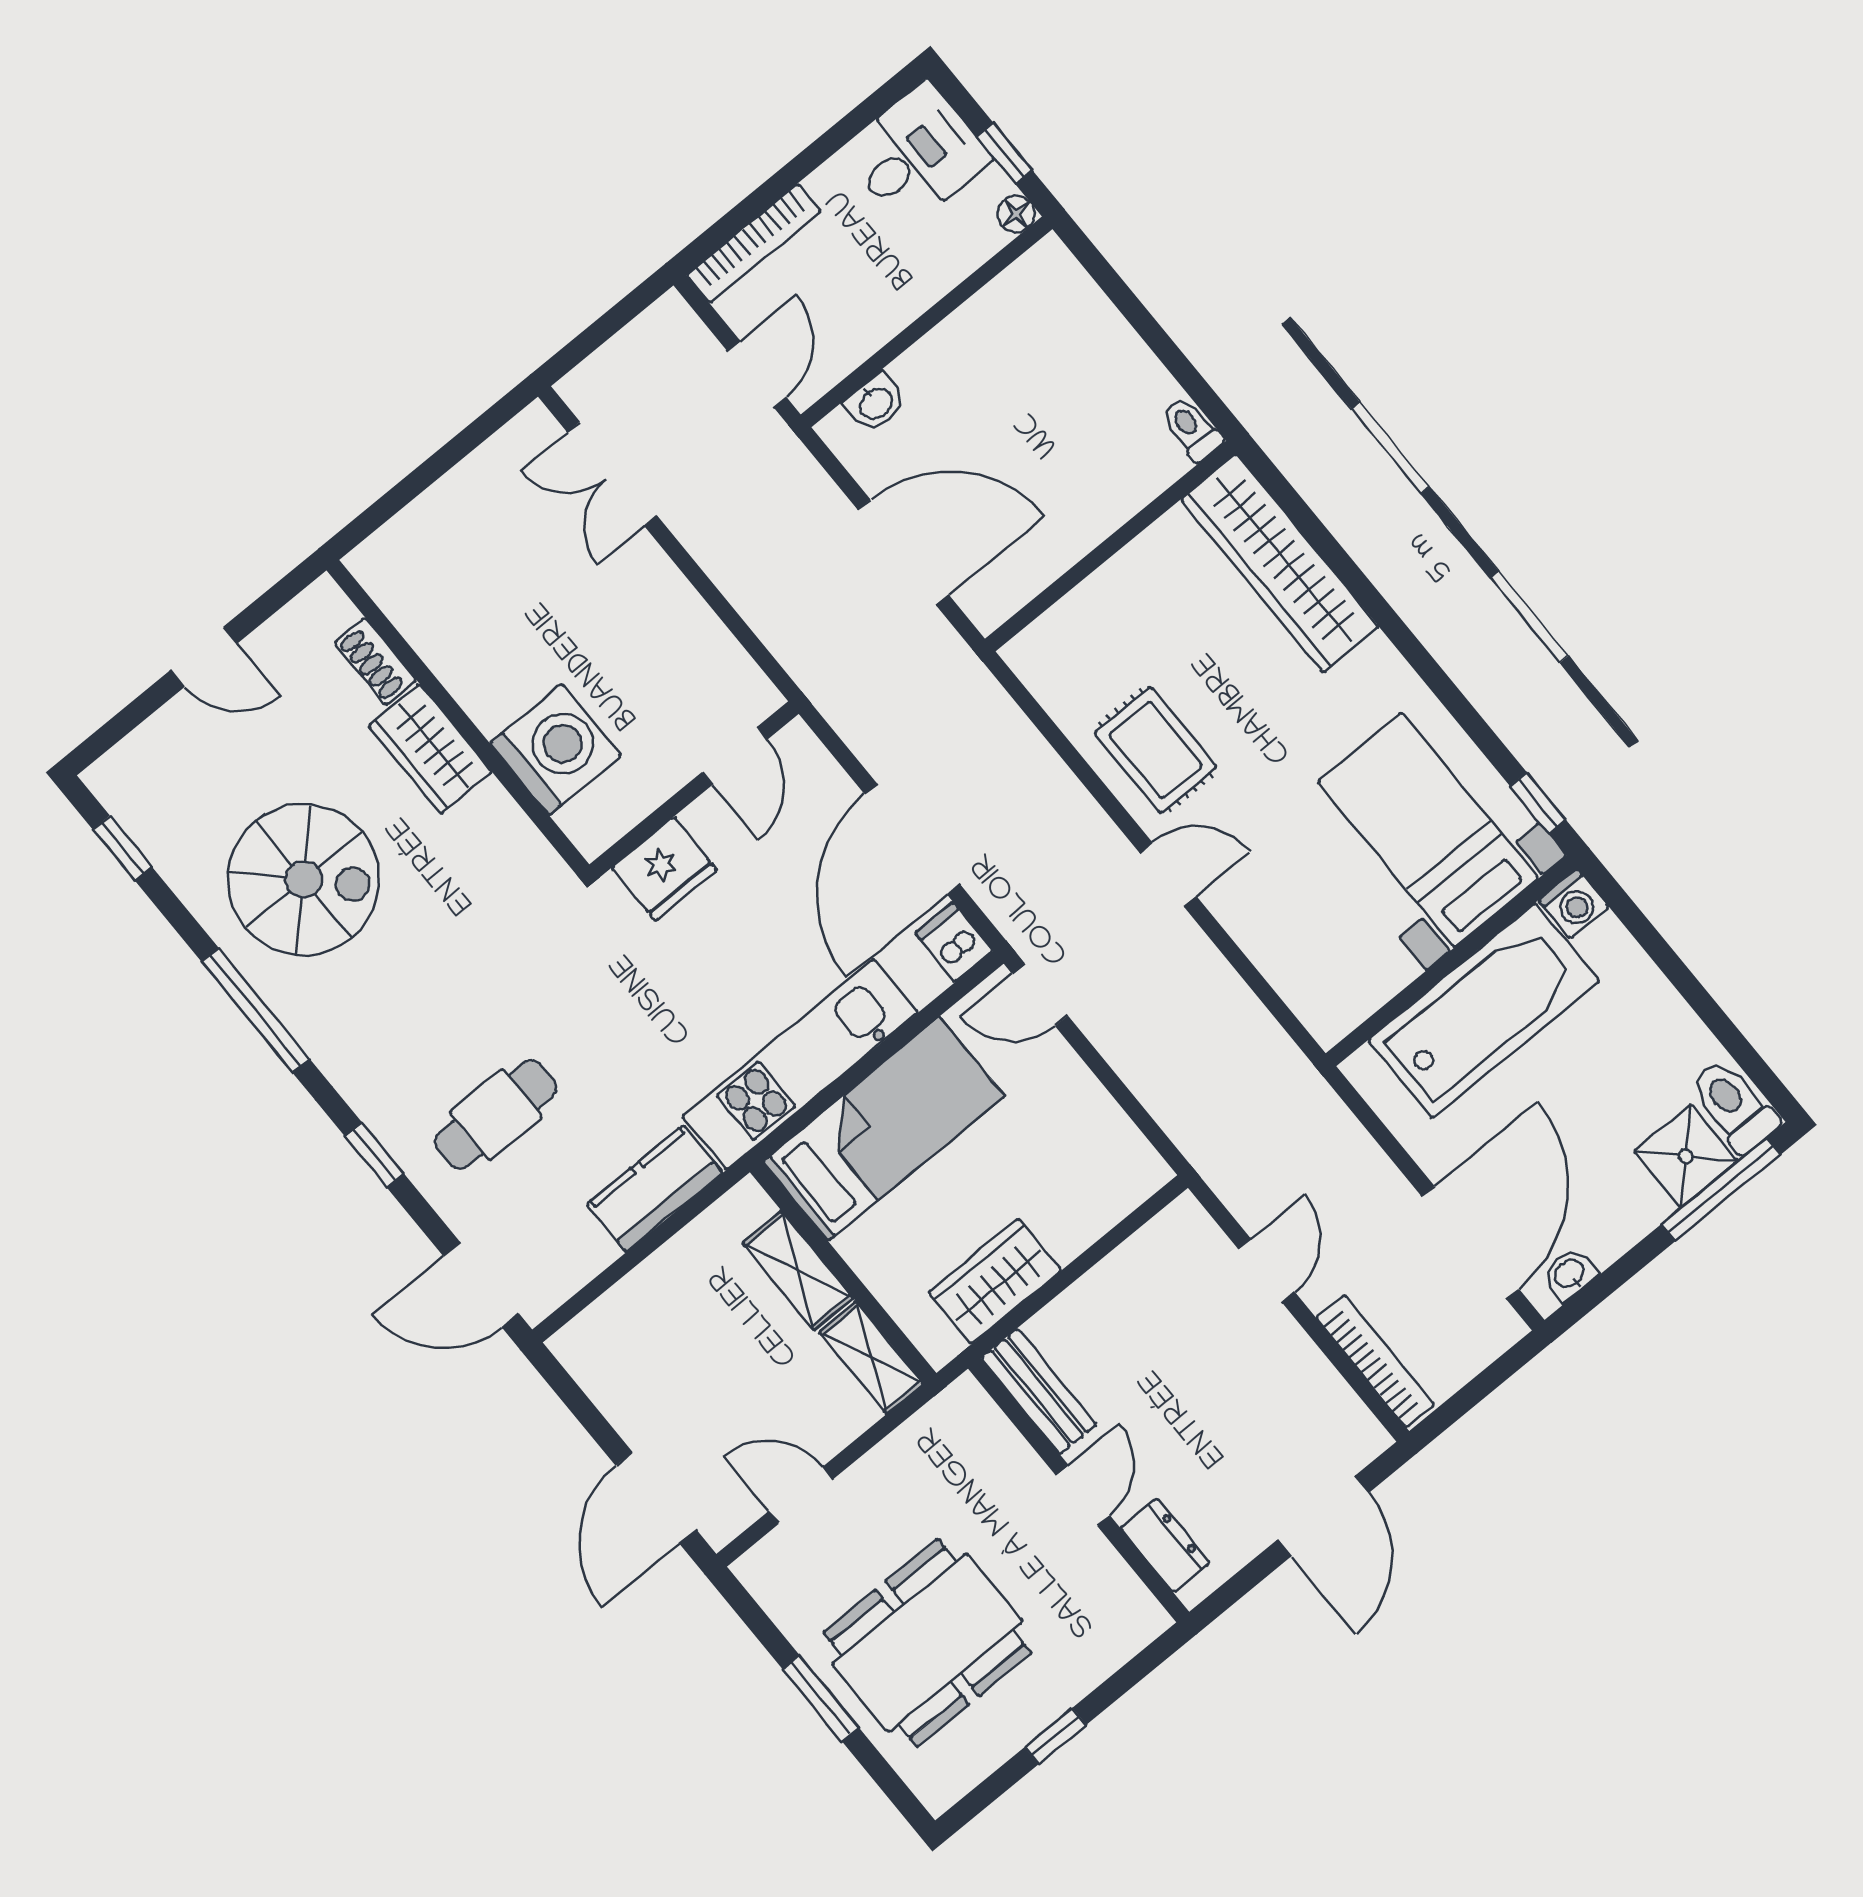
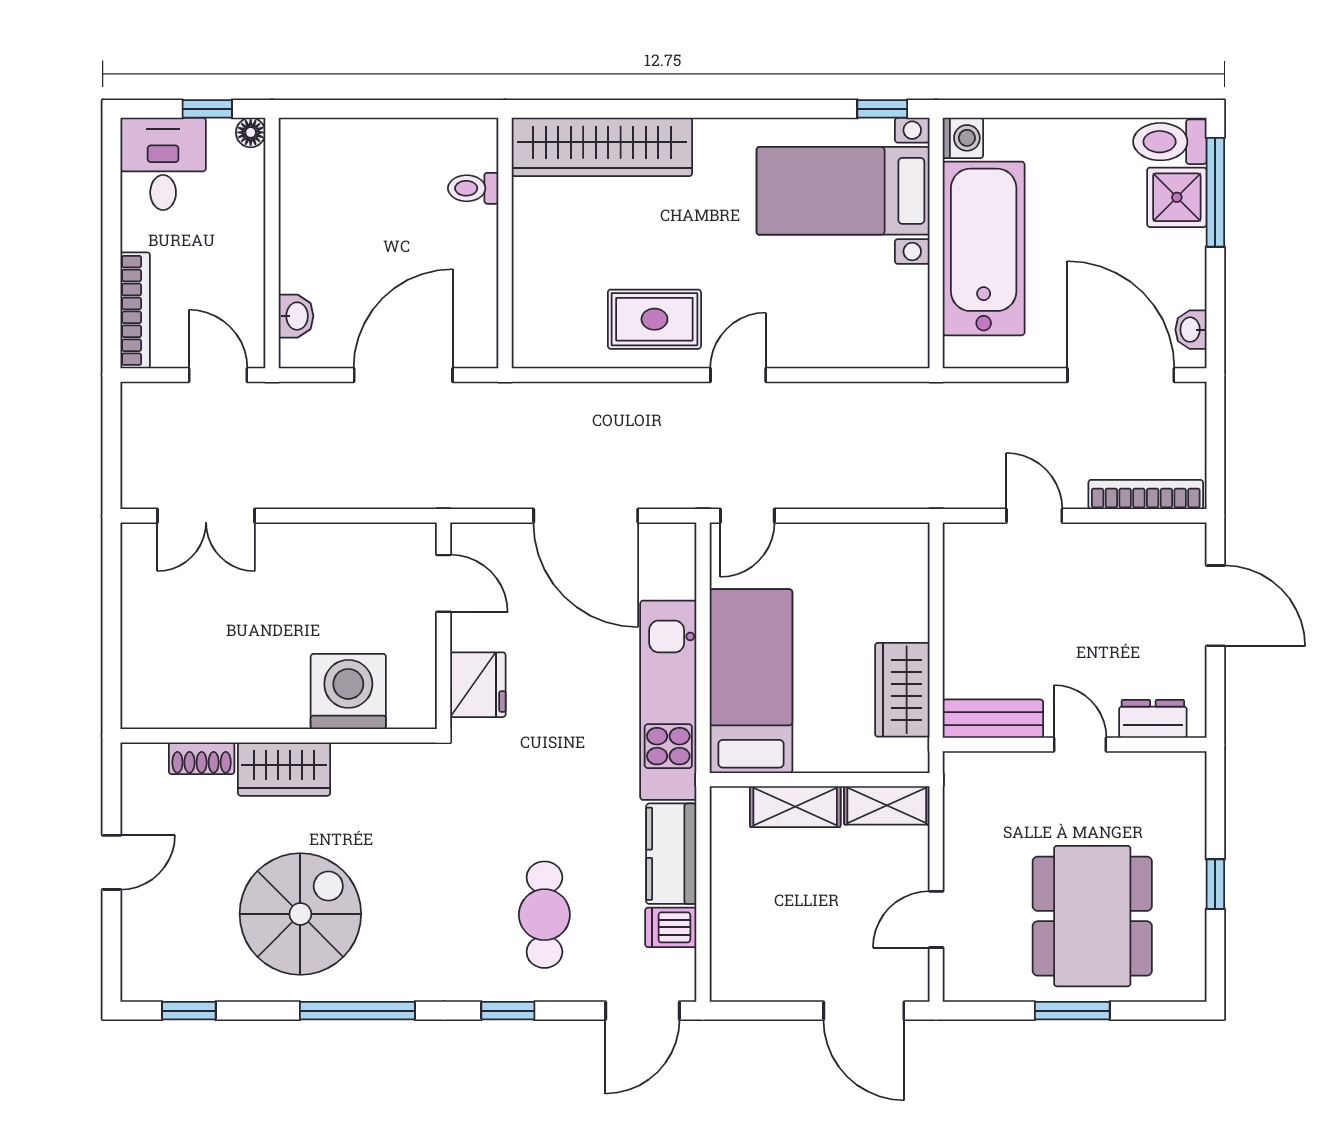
toilet: (1191, 429) -> (473, 188), moved
dishwasher: (954, 942) -> (671, 927), moved

